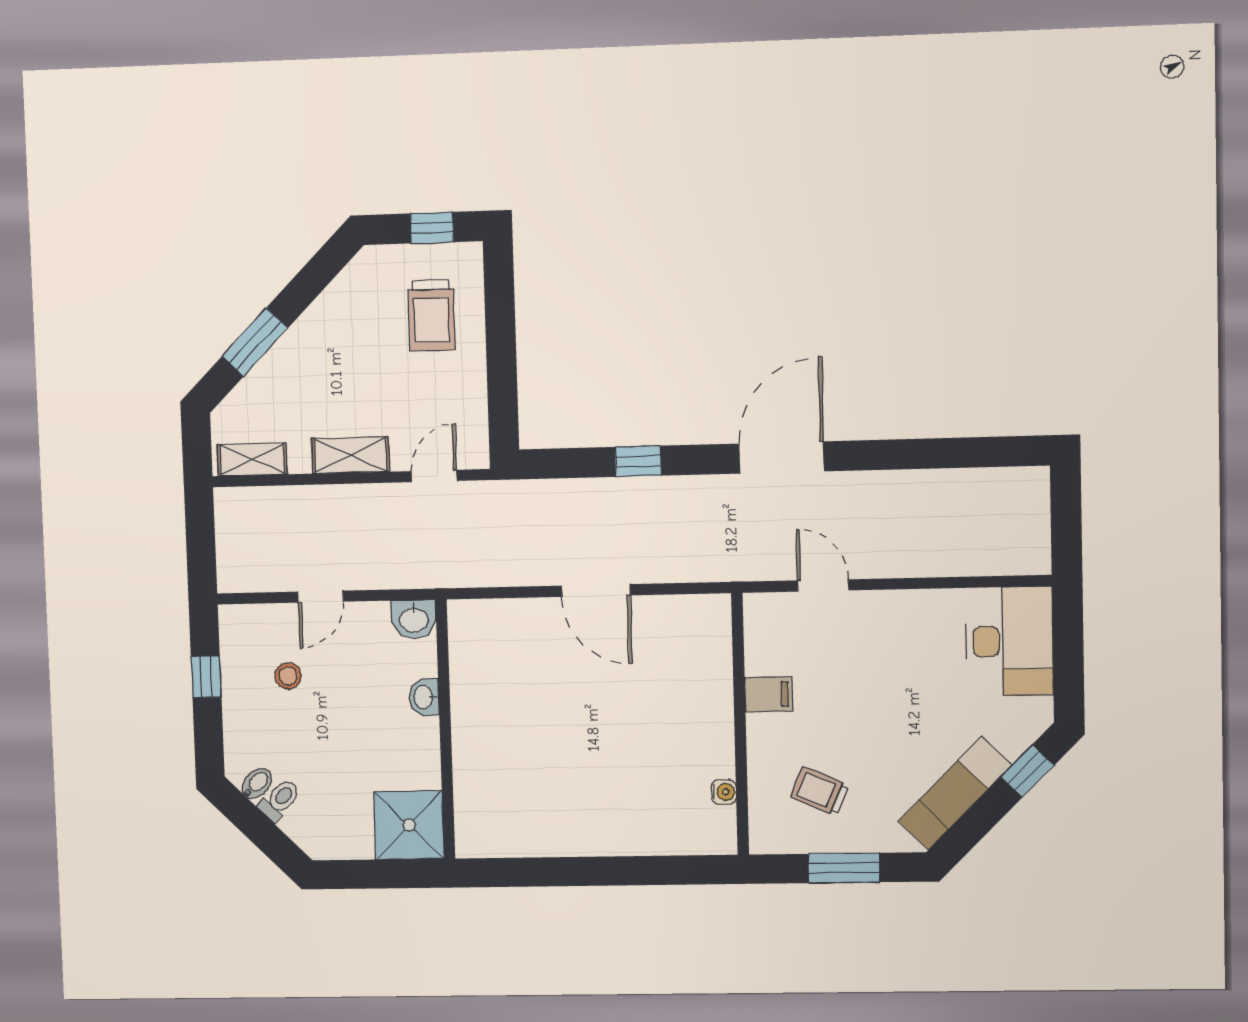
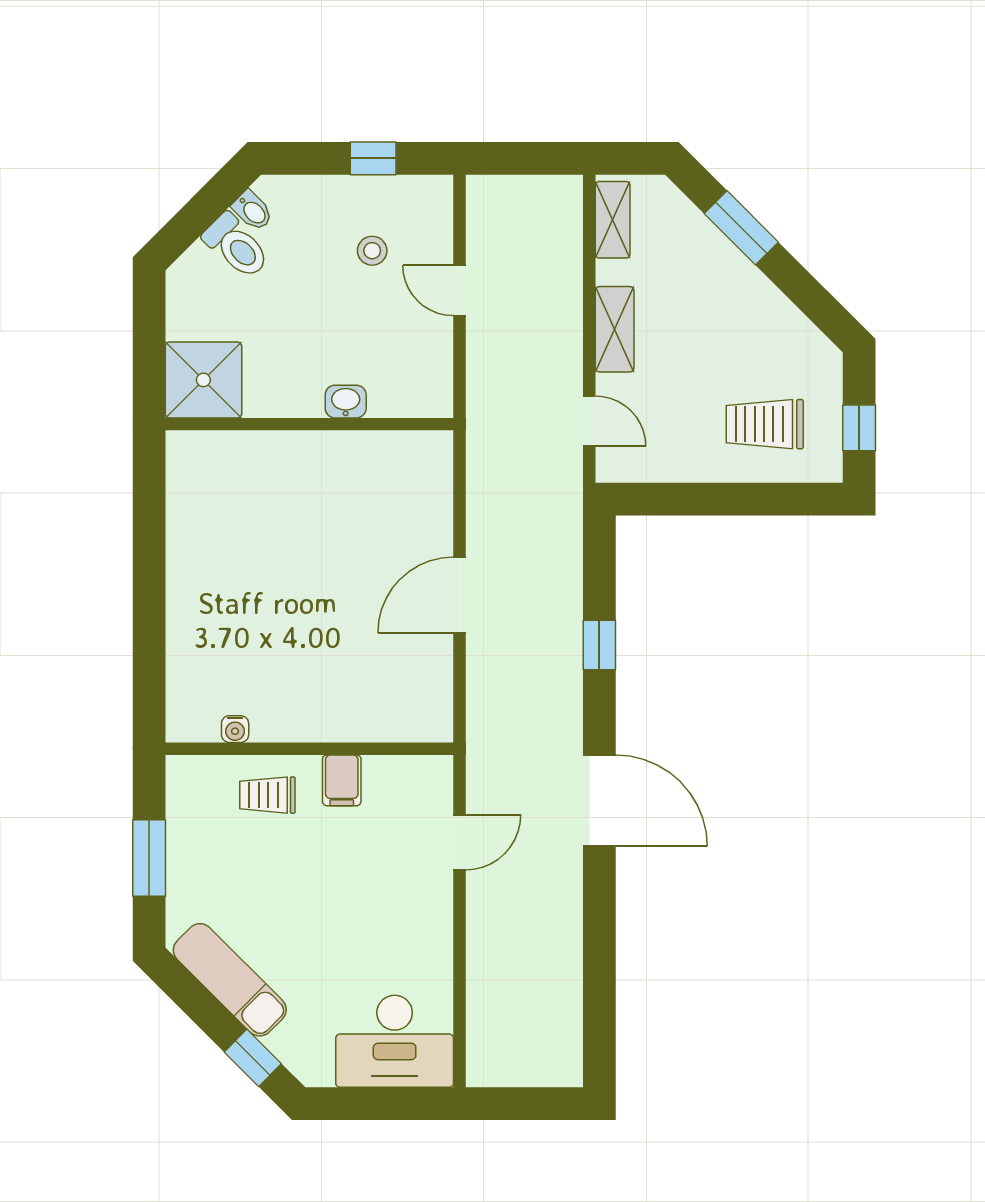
washbasin: (414, 619) -> (432, 393), removed
trolley: (820, 791) -> (267, 795), moved, turned -114
toilet: (280, 800) -> (236, 246), width x1.37, depth x1.39

